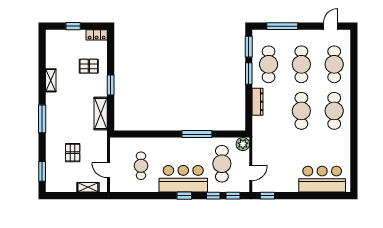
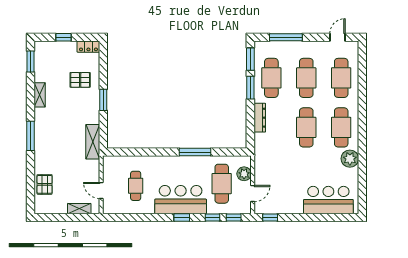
shelving: (101, 113) -> (93, 142), moved
plant: (342, 140) -> (350, 159), added
plant: (243, 144) -> (244, 174), moved
pallet: (73, 153) -> (45, 184), moved
window: (42, 171) -> (31, 62), moved

